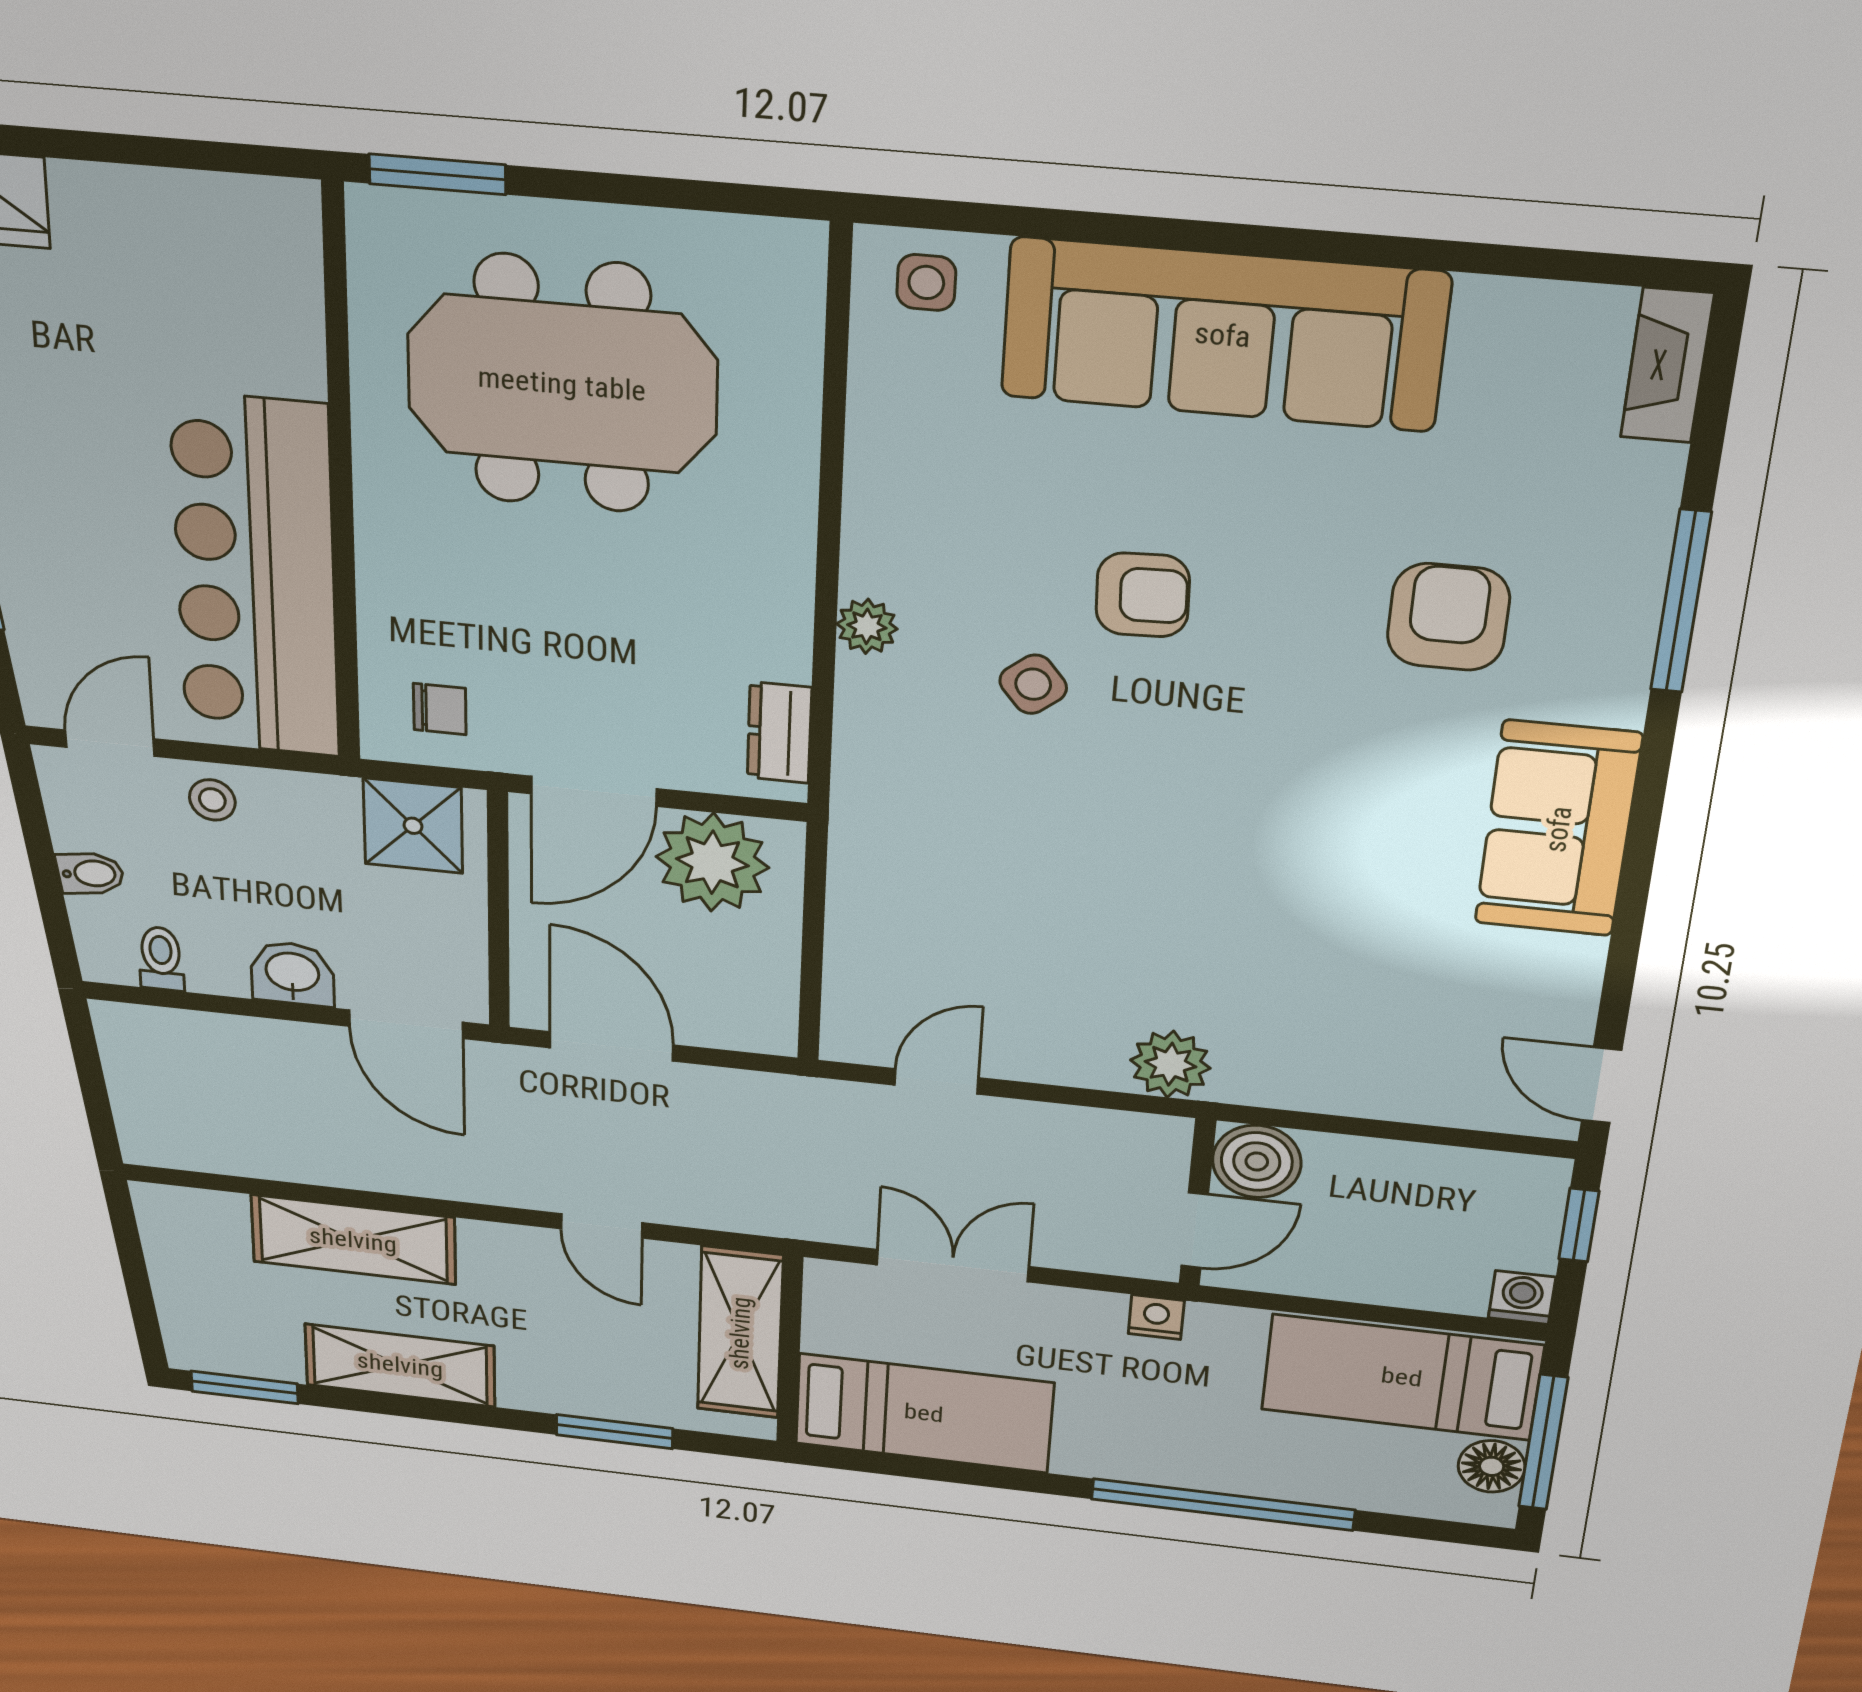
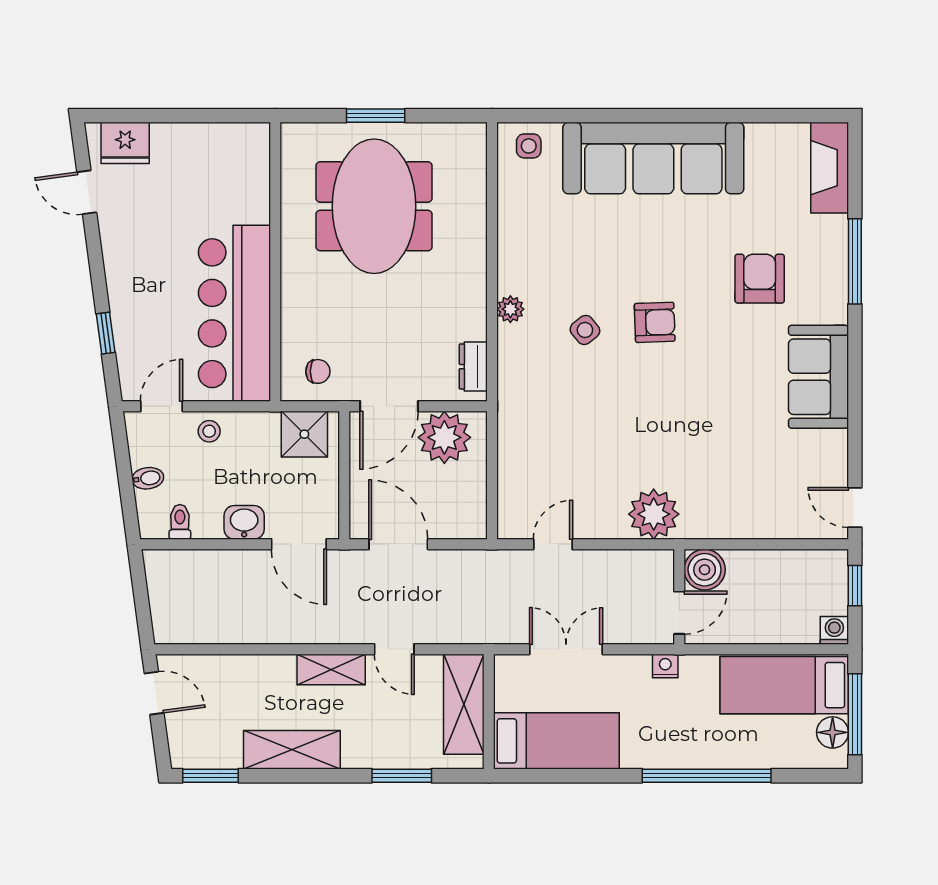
window: (437, 174) -> (376, 116), moved
fireplace: (1667, 366) -> (830, 168), width x1.37, depth x1.32
meeting table: (562, 384) -> (374, 206), turned 90
armchair: (1143, 595) -> (655, 322), moved
plant: (1170, 1064) -> (654, 514), width x1.36, depth x1.36
shelving: (353, 1240) -> (331, 670), moved, width x0.67, depth x0.75
door: (128, 1244) -> (154, 693), added

